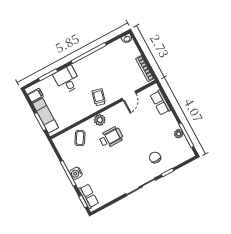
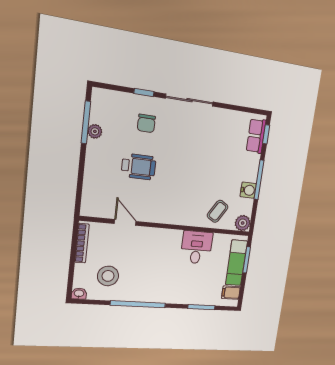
stool: (118, 59) -> (108, 276), added
desk: (67, 80) -> (196, 247), moved, turned 180
door: (129, 96) -> (125, 222), hinge flipped
trolley: (99, 97) -> (163, 245), removed
row of seats: (160, 103) -> (91, 188), removed
plant: (100, 120) -> (243, 223), moved
wheelchair: (111, 137) -> (139, 167), moved, turned 180
water cooler: (76, 173) -> (248, 190), moved

